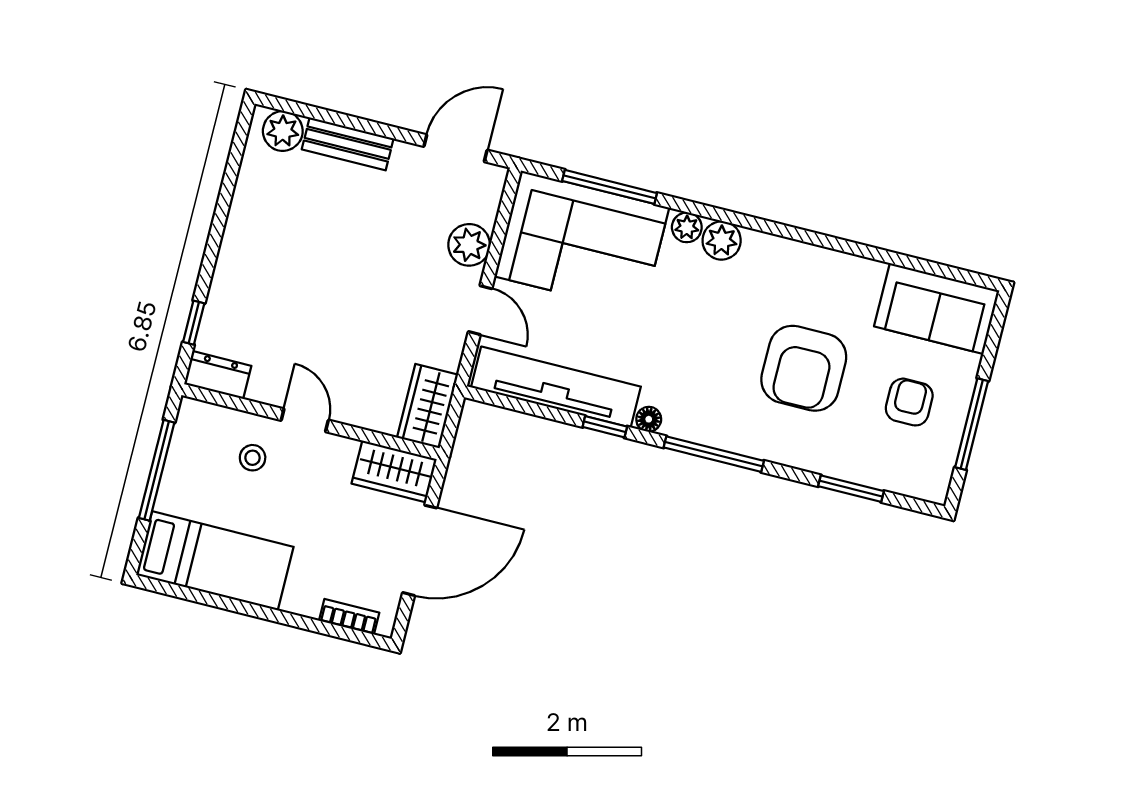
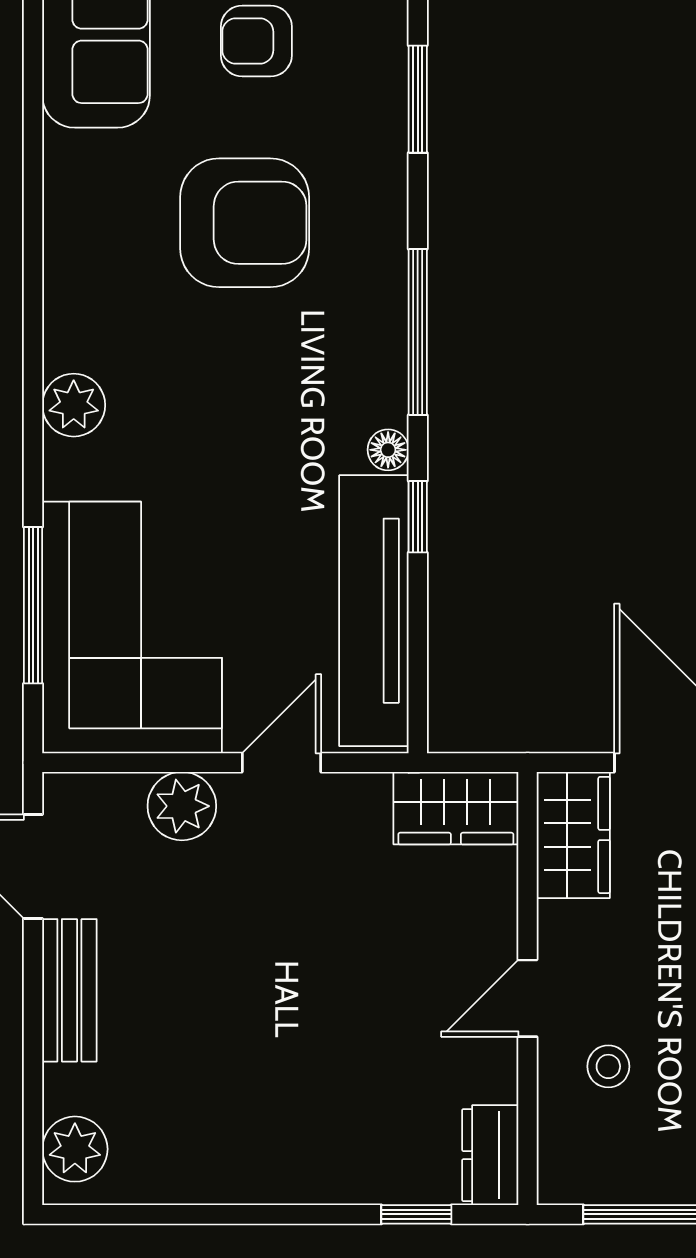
bench: (348, 144) -> (69, 990), moved
plant: (687, 227) -> (67, 466), removed

